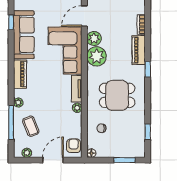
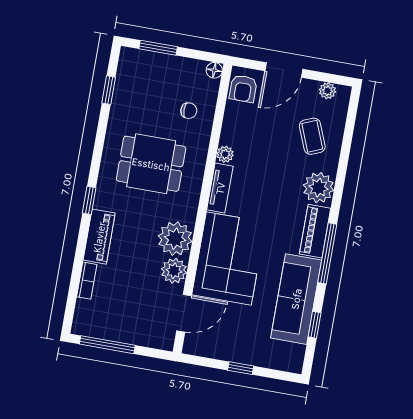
plant: (18, 103) -> (319, 188), width x1.88, depth x1.88
window: (11, 122) -> (327, 253), moved

